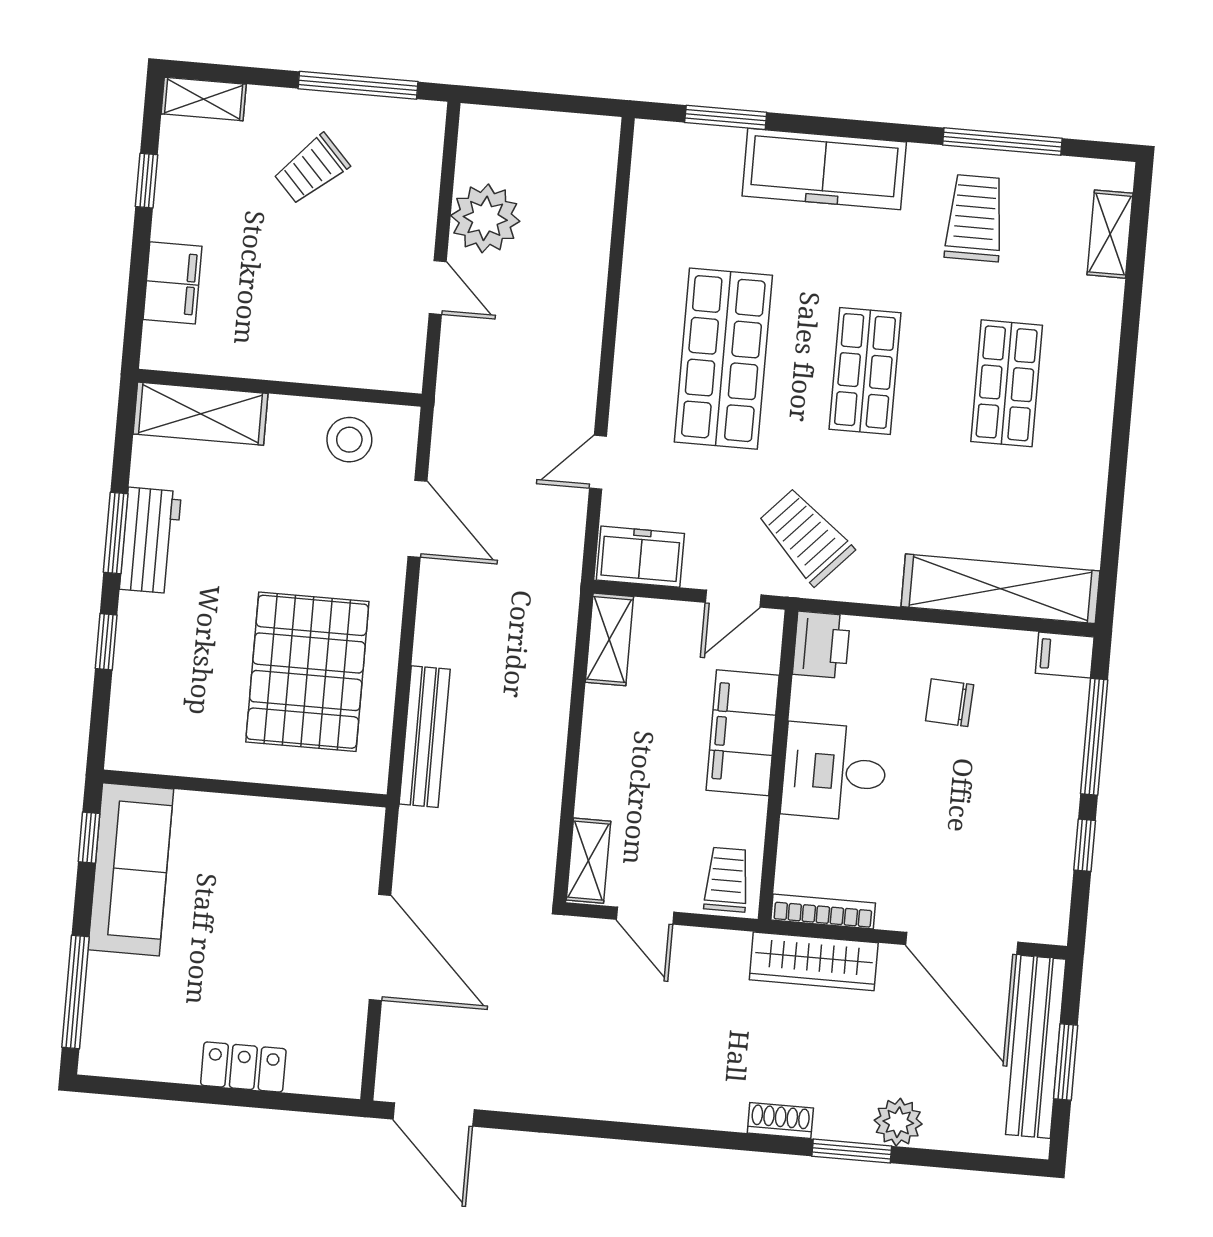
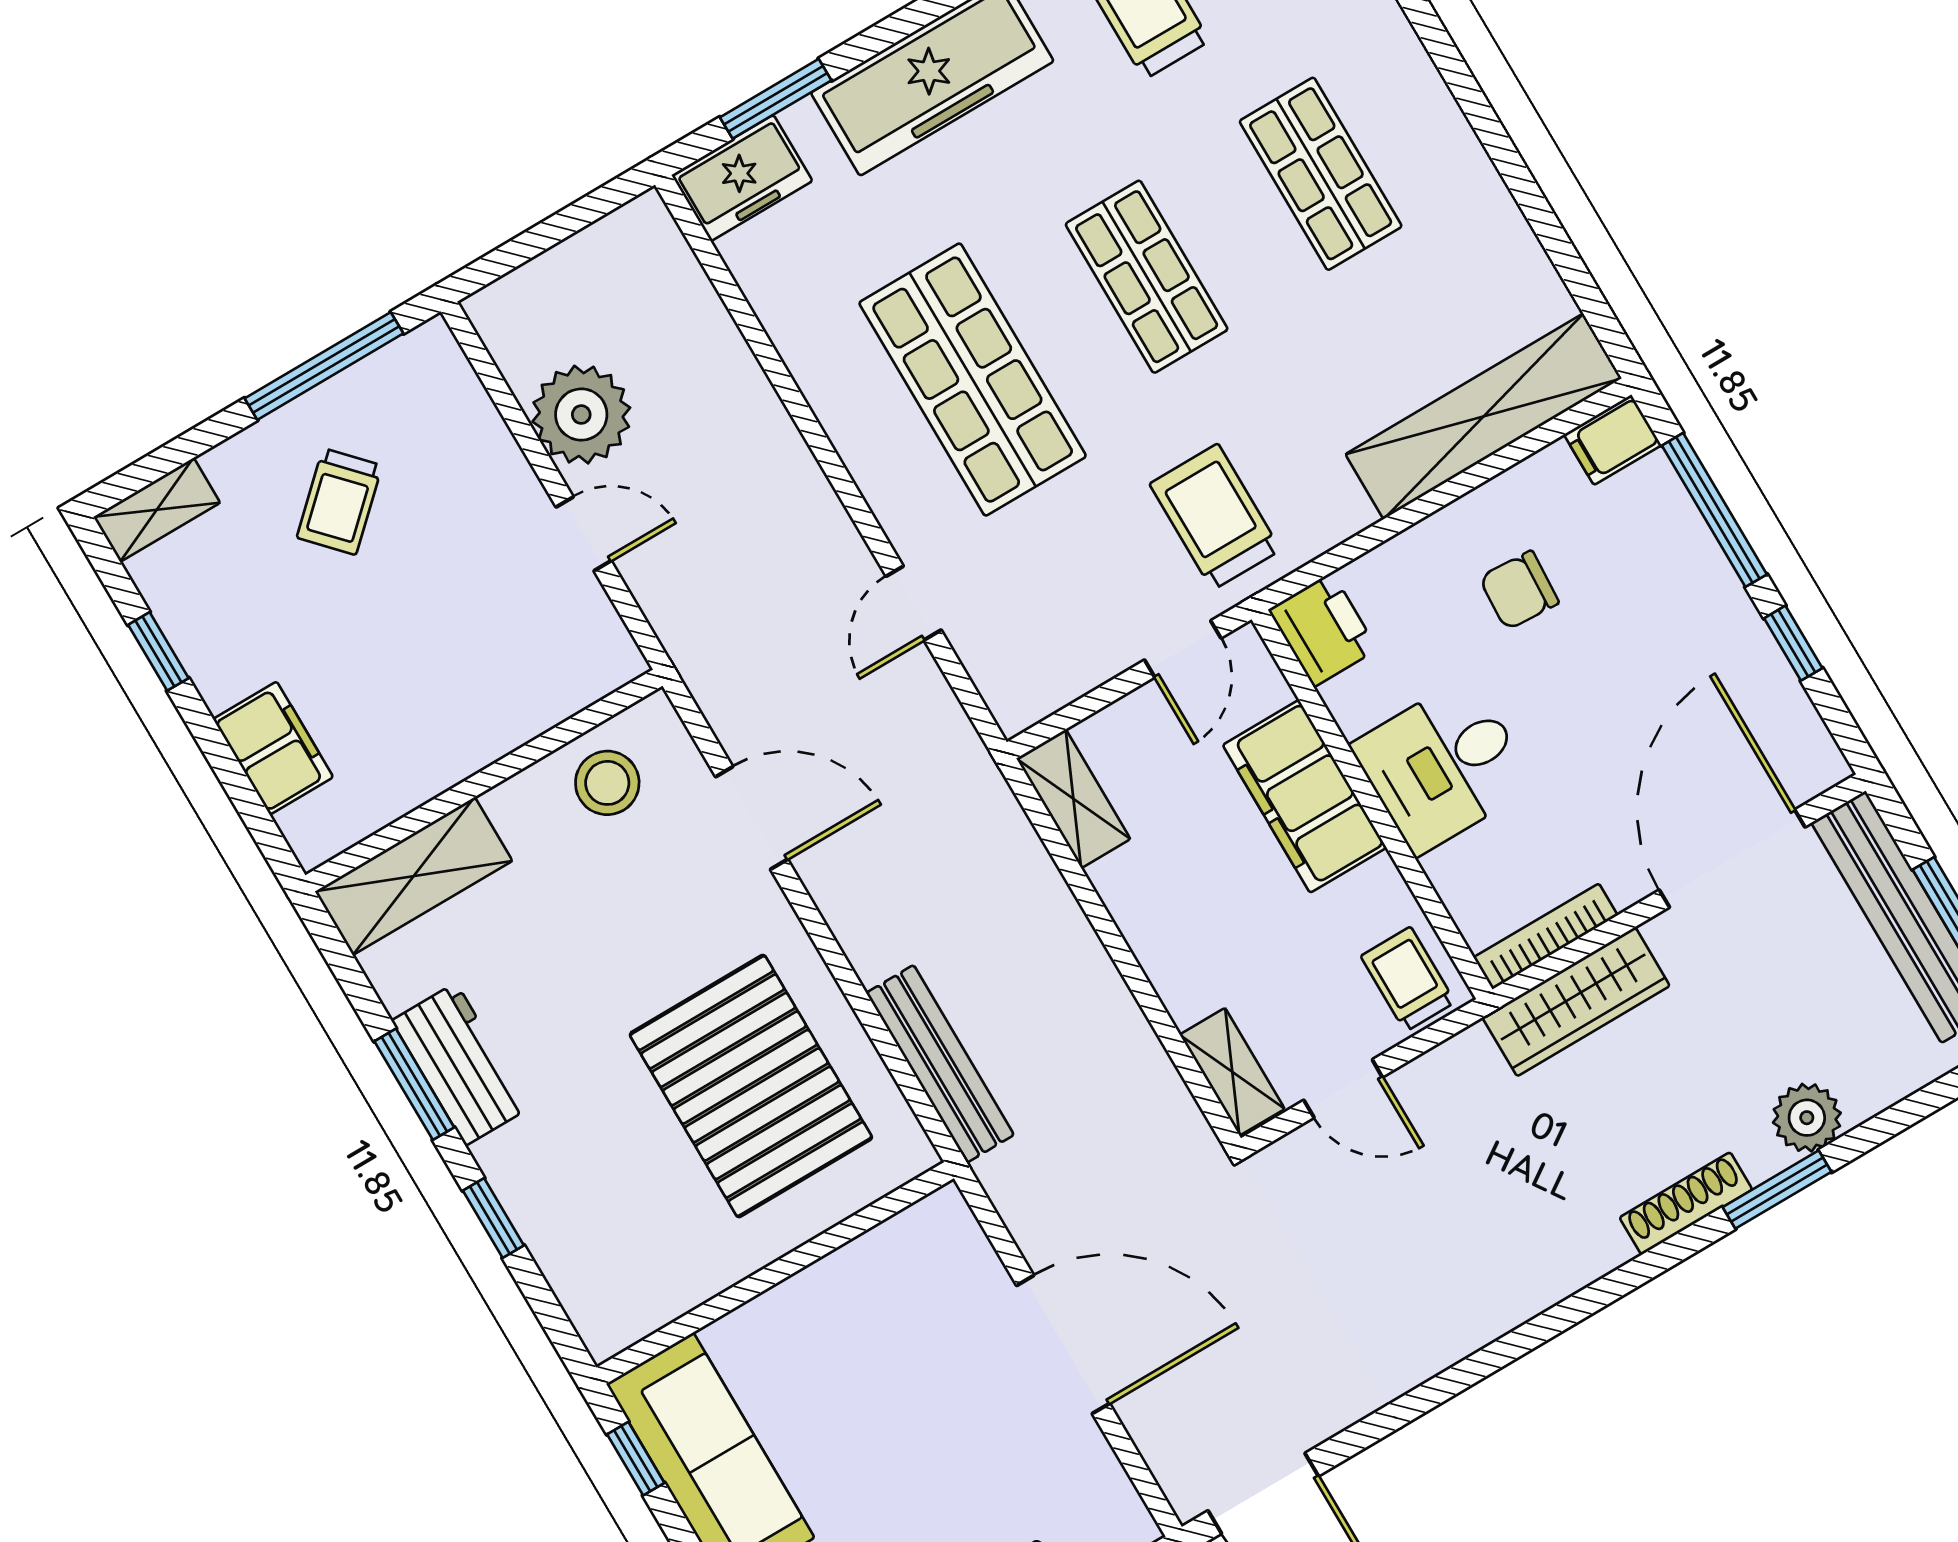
trolley: (806, 536) -> (1215, 517), turned 47
freezer: (640, 557) -> (742, 178), moved, turned 180
door: (962, 943) -> (1732, 859), swing flipped
shoe rack: (780, 1121) -> (1686, 1204), width x1.43

